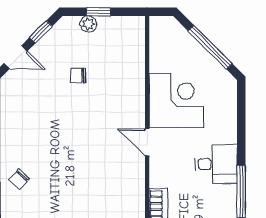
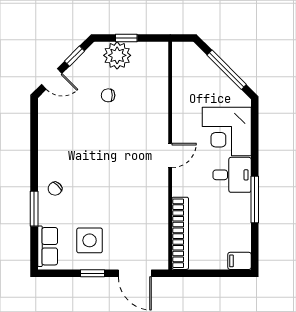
plant: (88, 24) -> (117, 55), width x1.87, depth x1.87
corner desk: (176, 101) -> (227, 131), moved, turned 180
door: (147, 142) -> (170, 155), swing flipped

